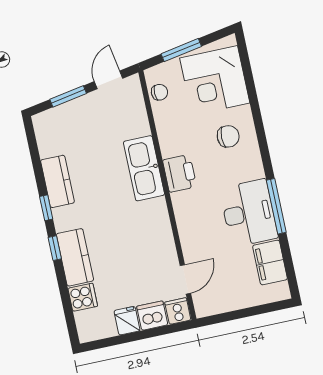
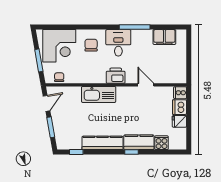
door: (109, 80) -> (47, 103), swing flipped
printer: (180, 173) -> (116, 76), moved
kitchen counter: (57, 181) -> (102, 143), width x1.50
window: (46, 208) -> (76, 152), moved
desk: (249, 213) -> (118, 43), moved, width x0.73
door: (185, 279) -> (146, 85), moved

